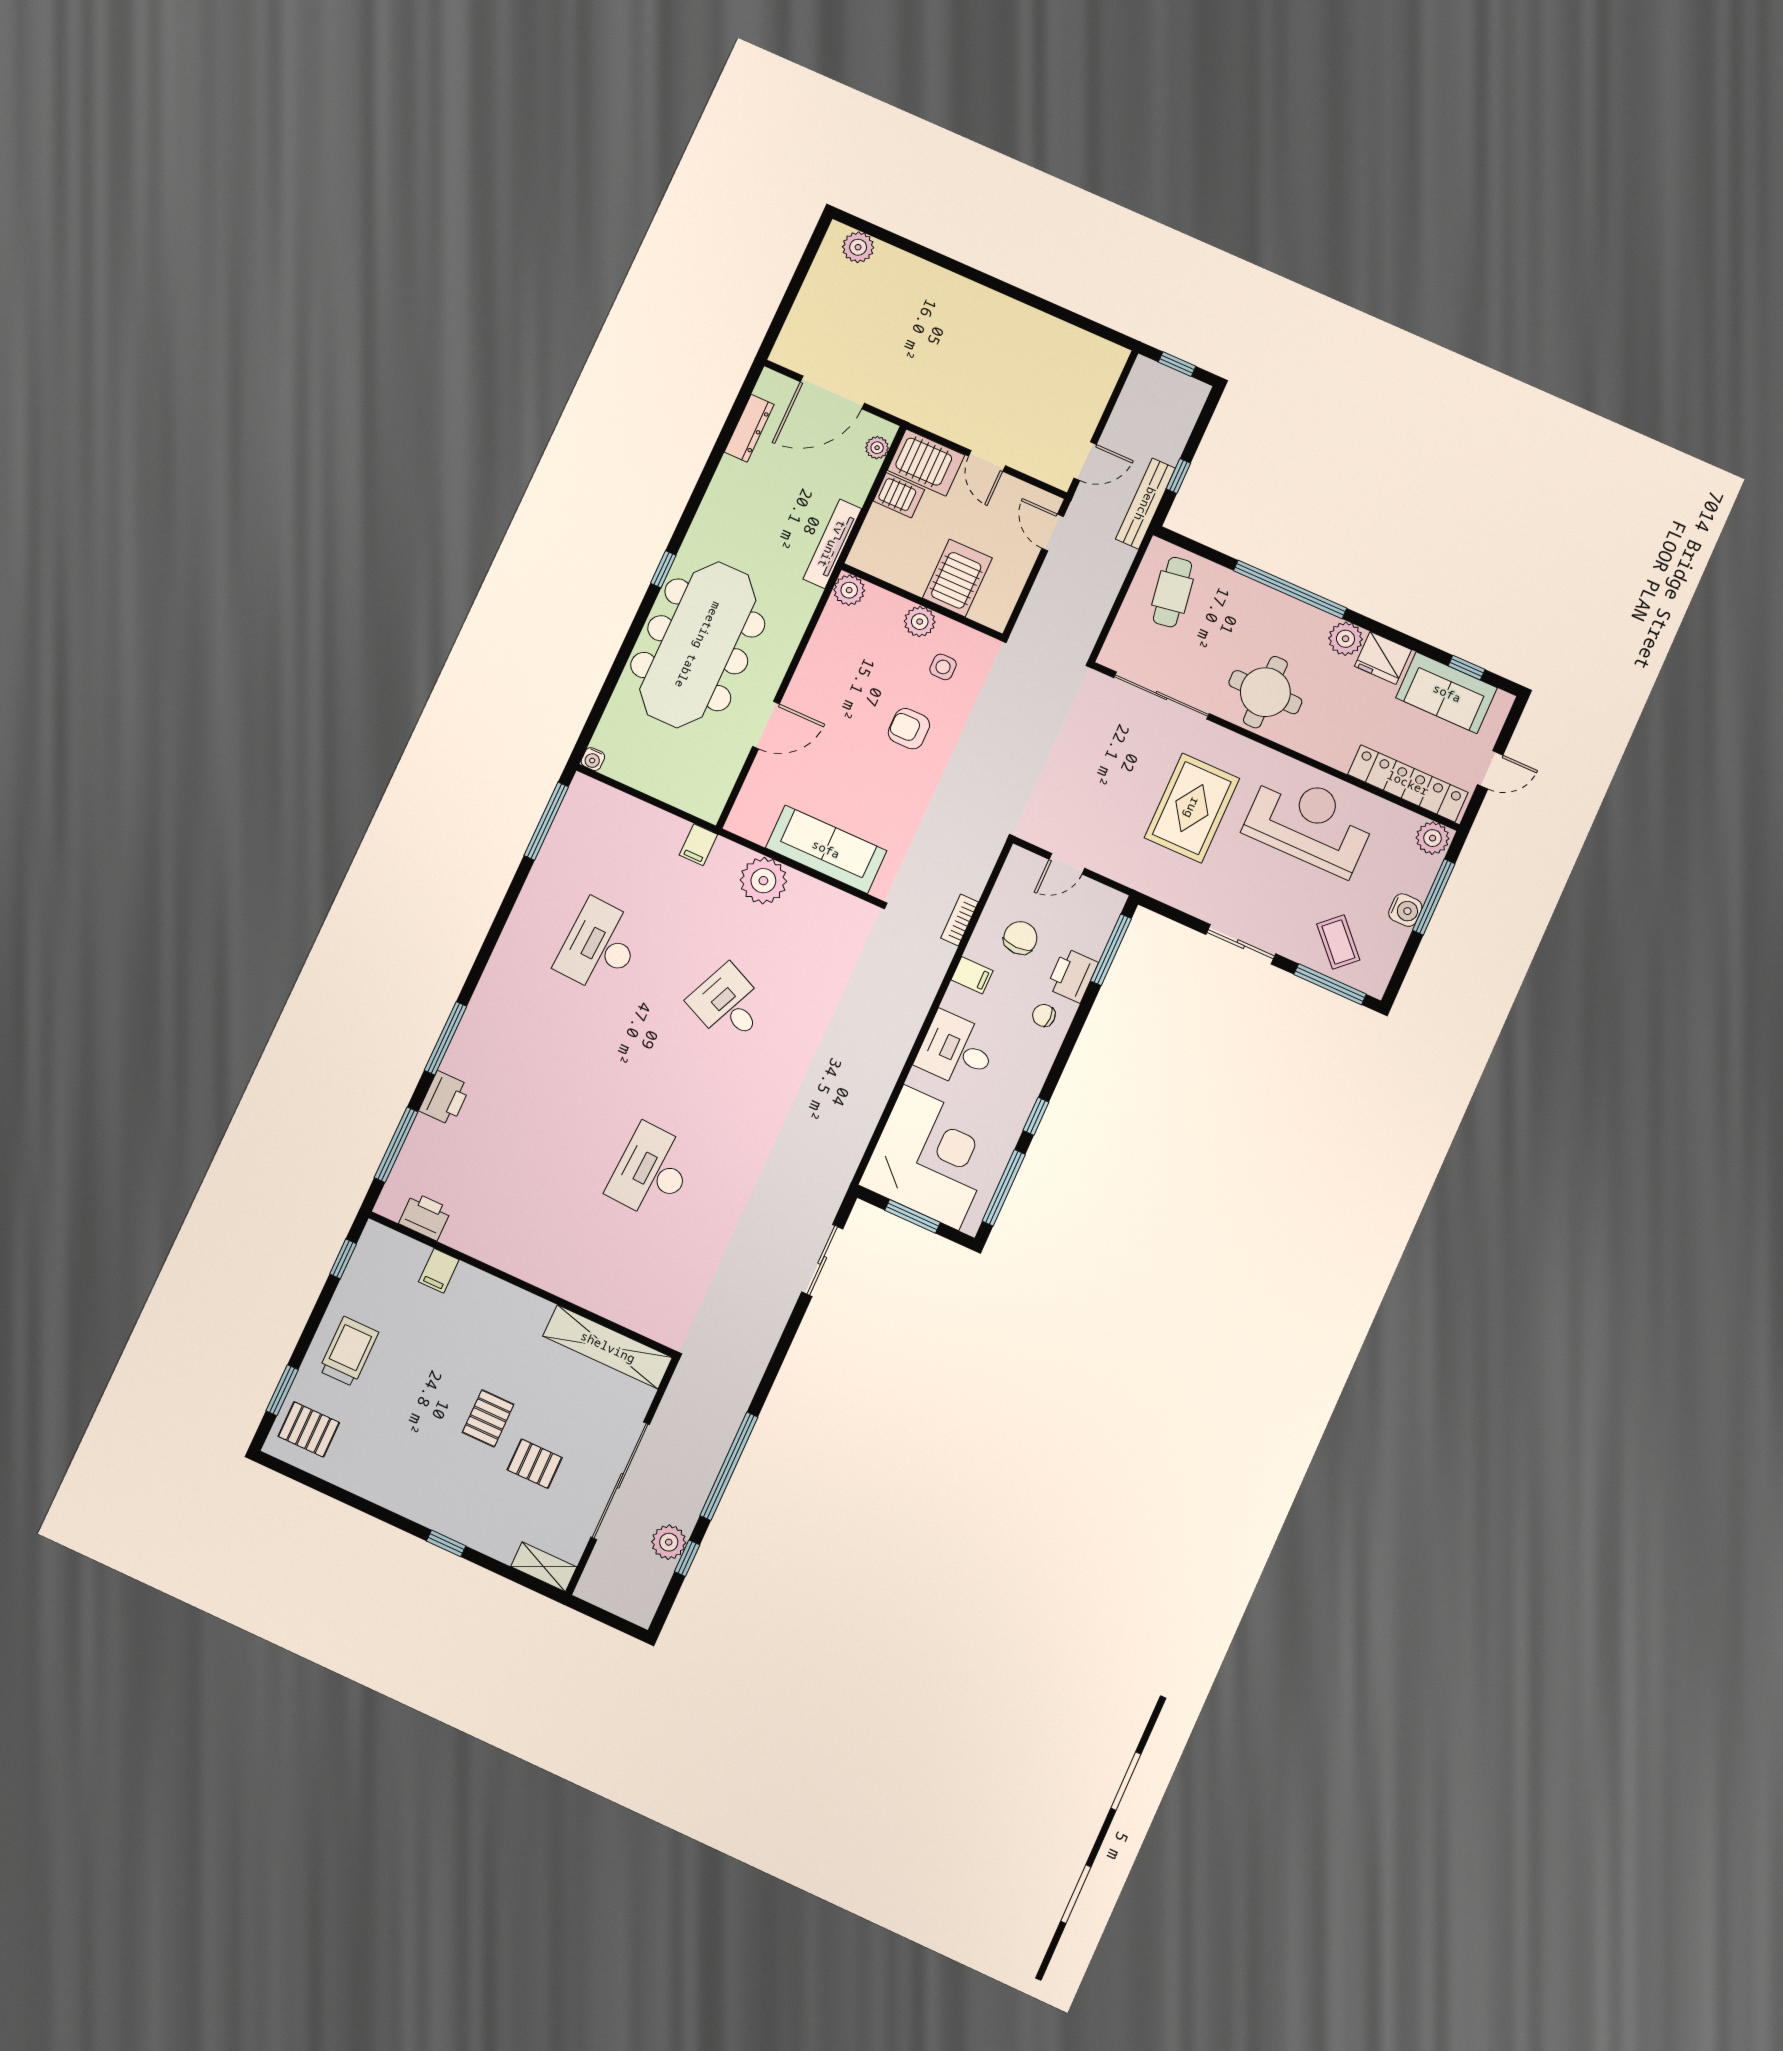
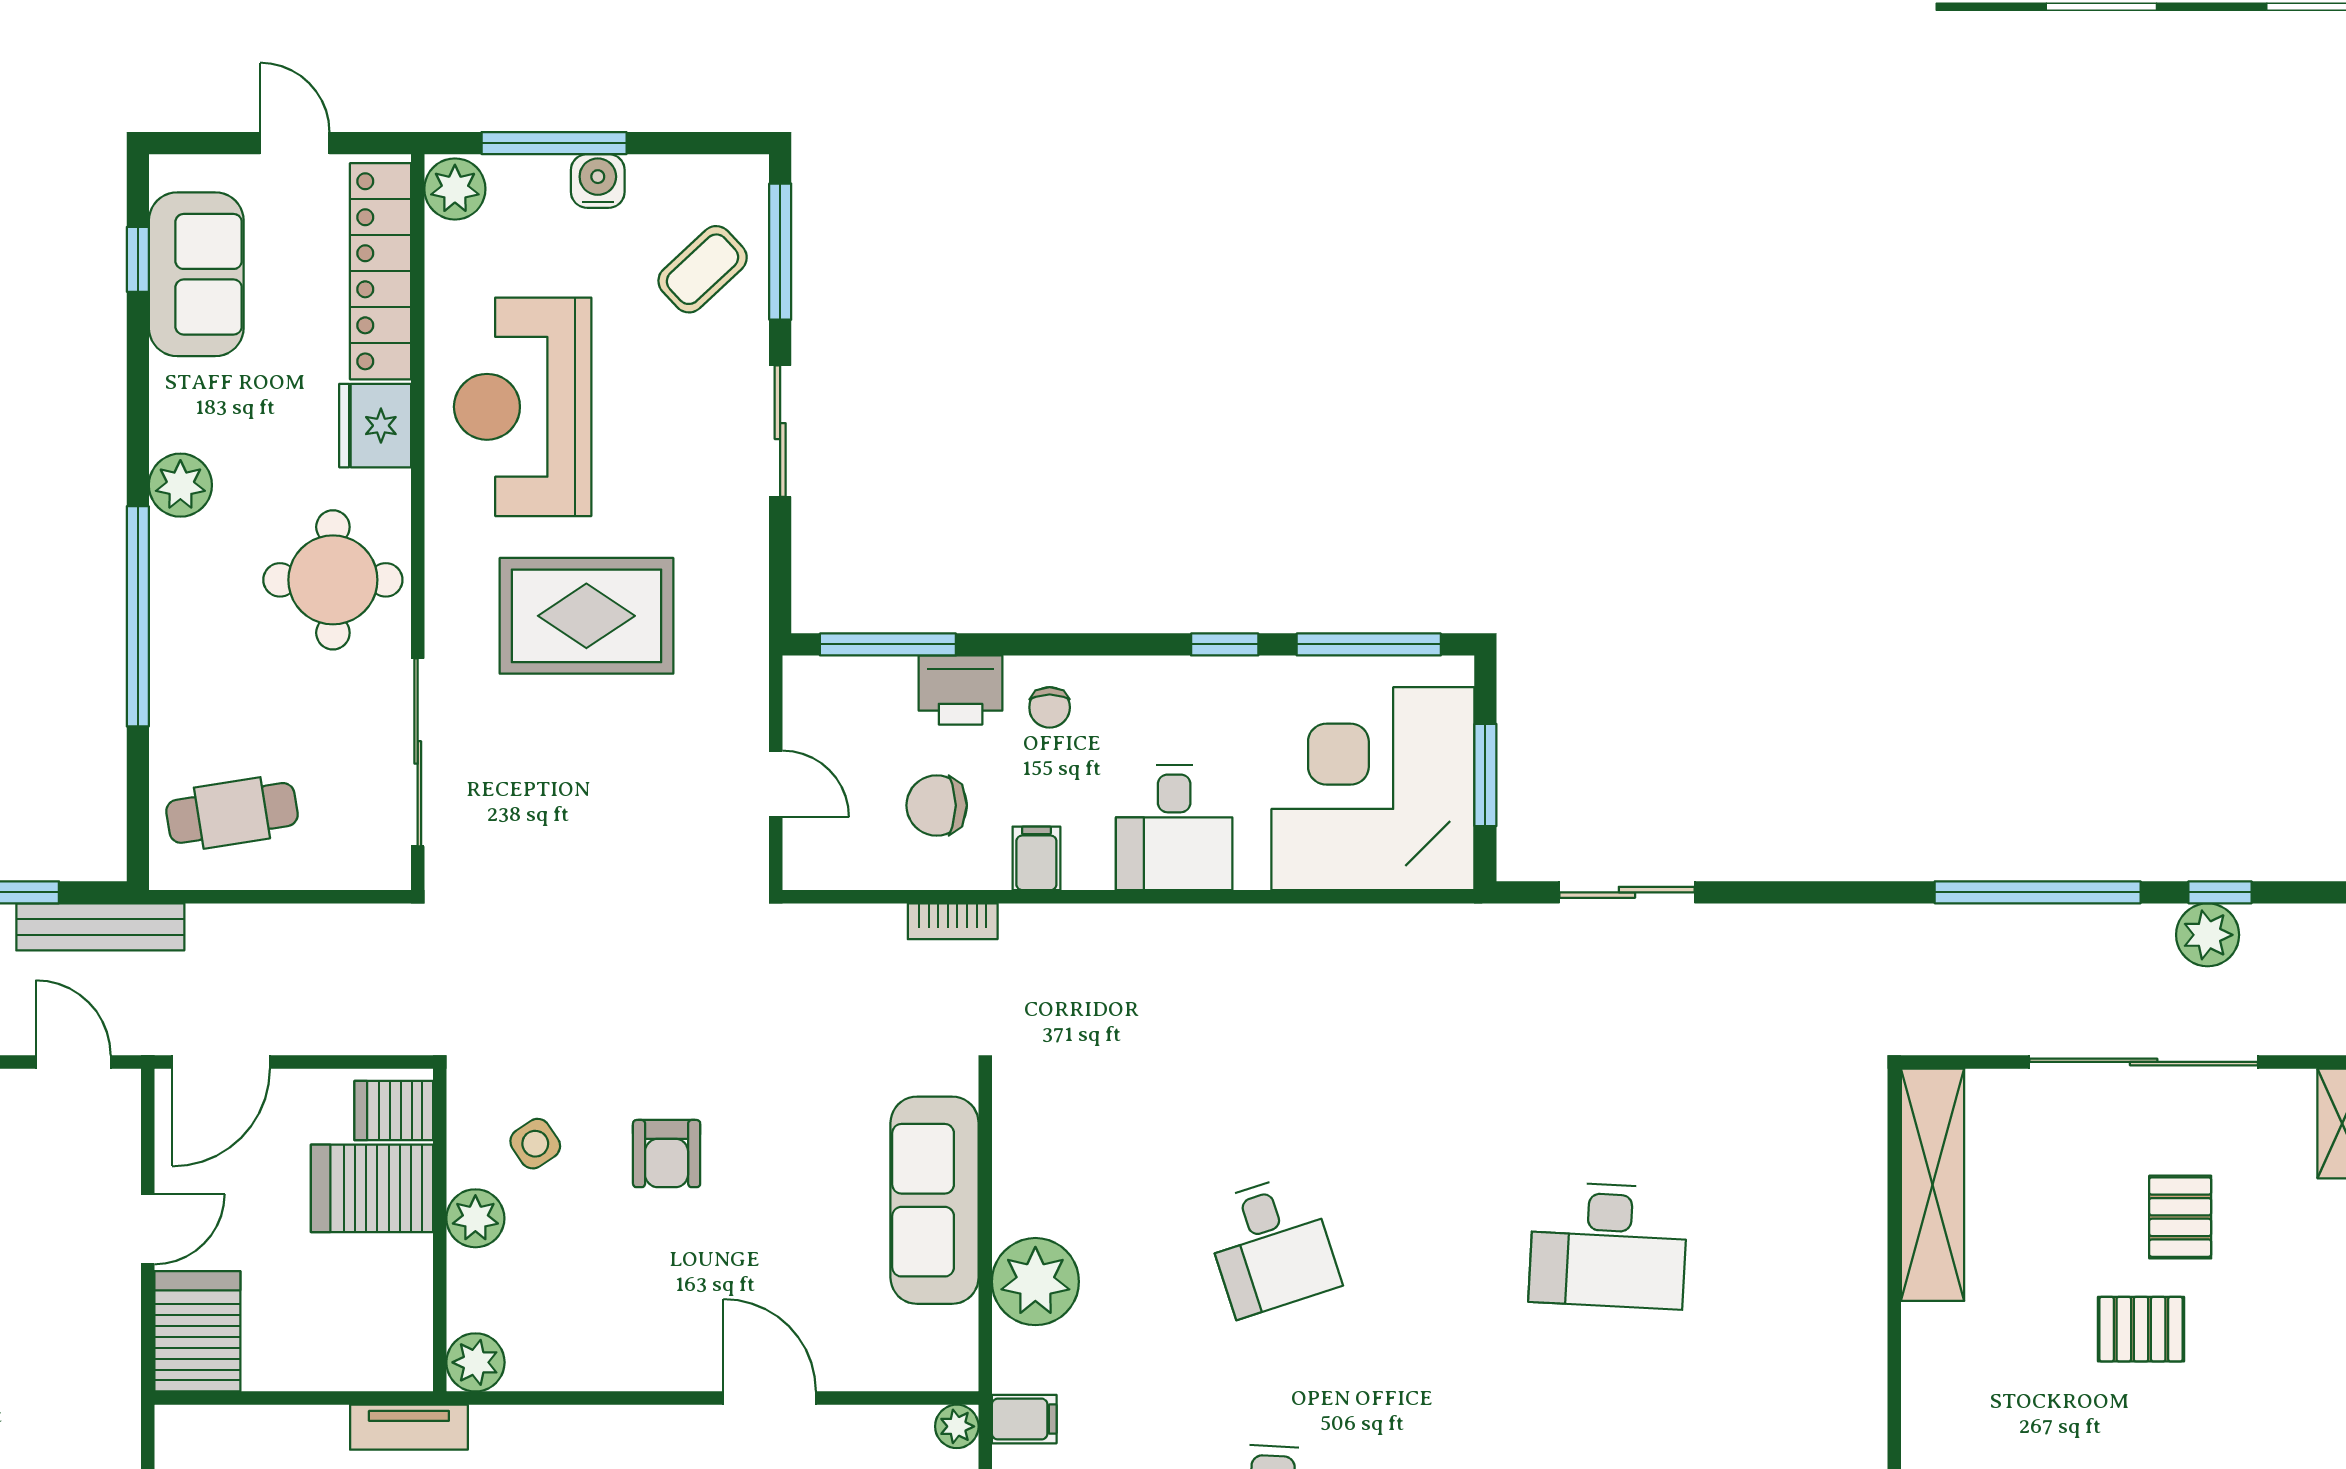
plant: (877, 448) -> (957, 1426), moved
server rack: (899, 495) -> (394, 1111), moved, turned -90
door: (1053, 532) -> (221, 1062), width x1.38
tv unit: (832, 544) -> (409, 1427), width x0.71
fridge: (1383, 658) -> (375, 426), moved, turned 180
side table: (943, 667) -> (535, 1144), turned -34
desk: (728, 1005) -> (1271, 1245), turned -42

